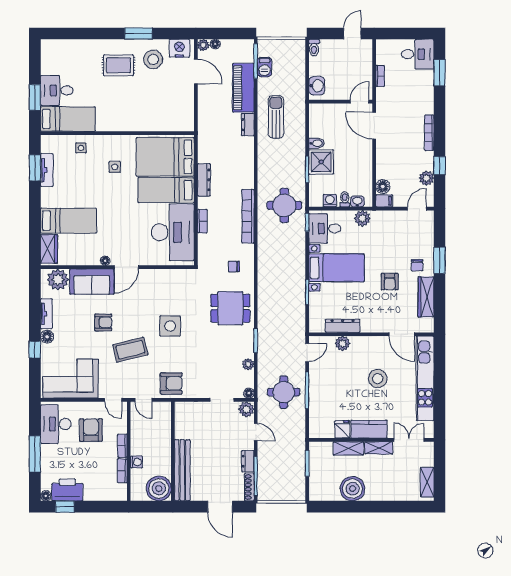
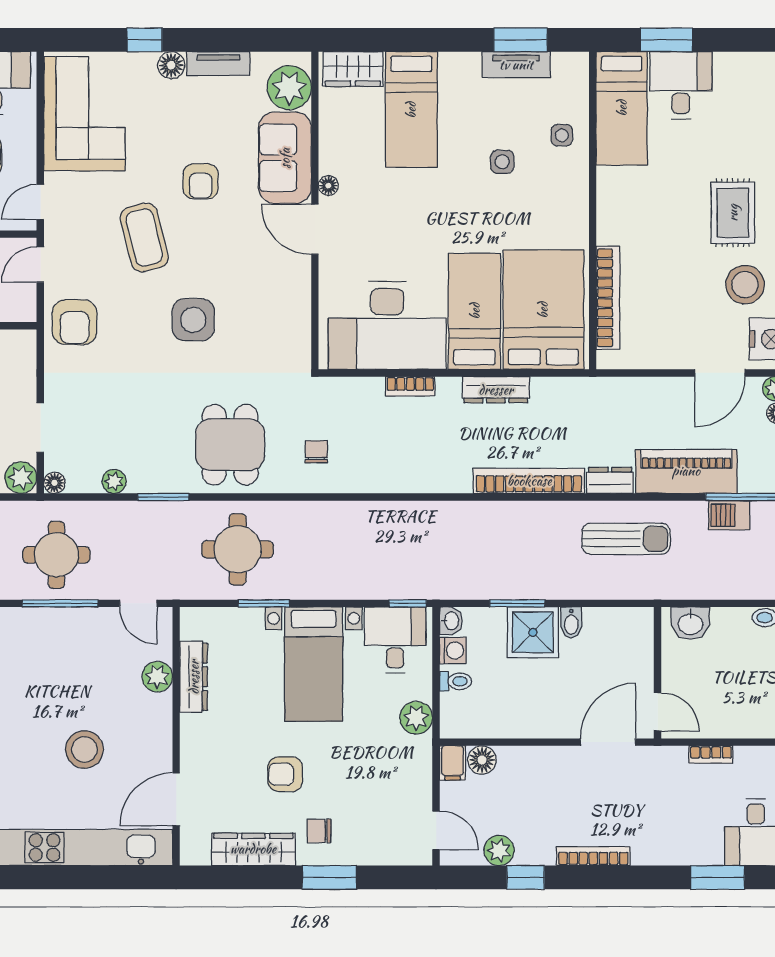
bookcase: (159, 126) -> (608, 298), added
side table: (115, 167) -> (502, 162), moved
washbasin: (357, 202) -> (451, 621), moved
round table: (284, 205) -> (238, 549), moved
bookcase: (248, 216) -> (529, 481), moved

